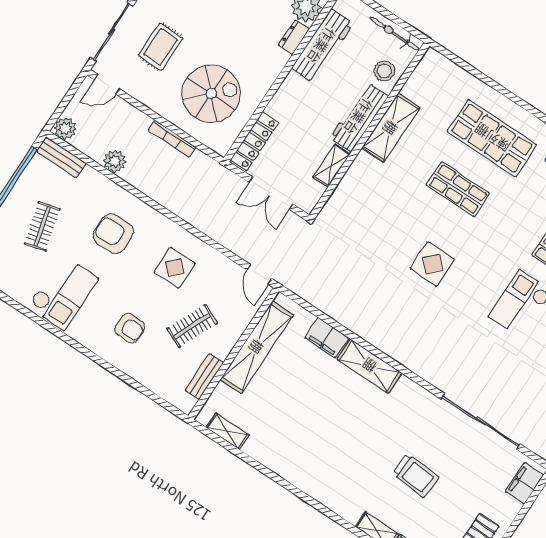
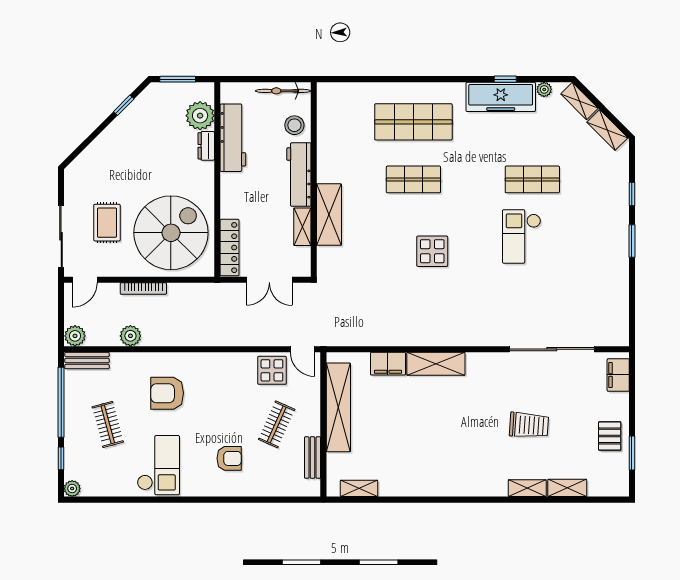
spiral stairs: (211, 94) -> (171, 233), width x1.37, depth x1.37
shelving: (391, 128) -> (329, 215), moved
bookcase: (172, 139) -> (143, 289), moved
display table: (175, 268) -> (272, 370), moved

